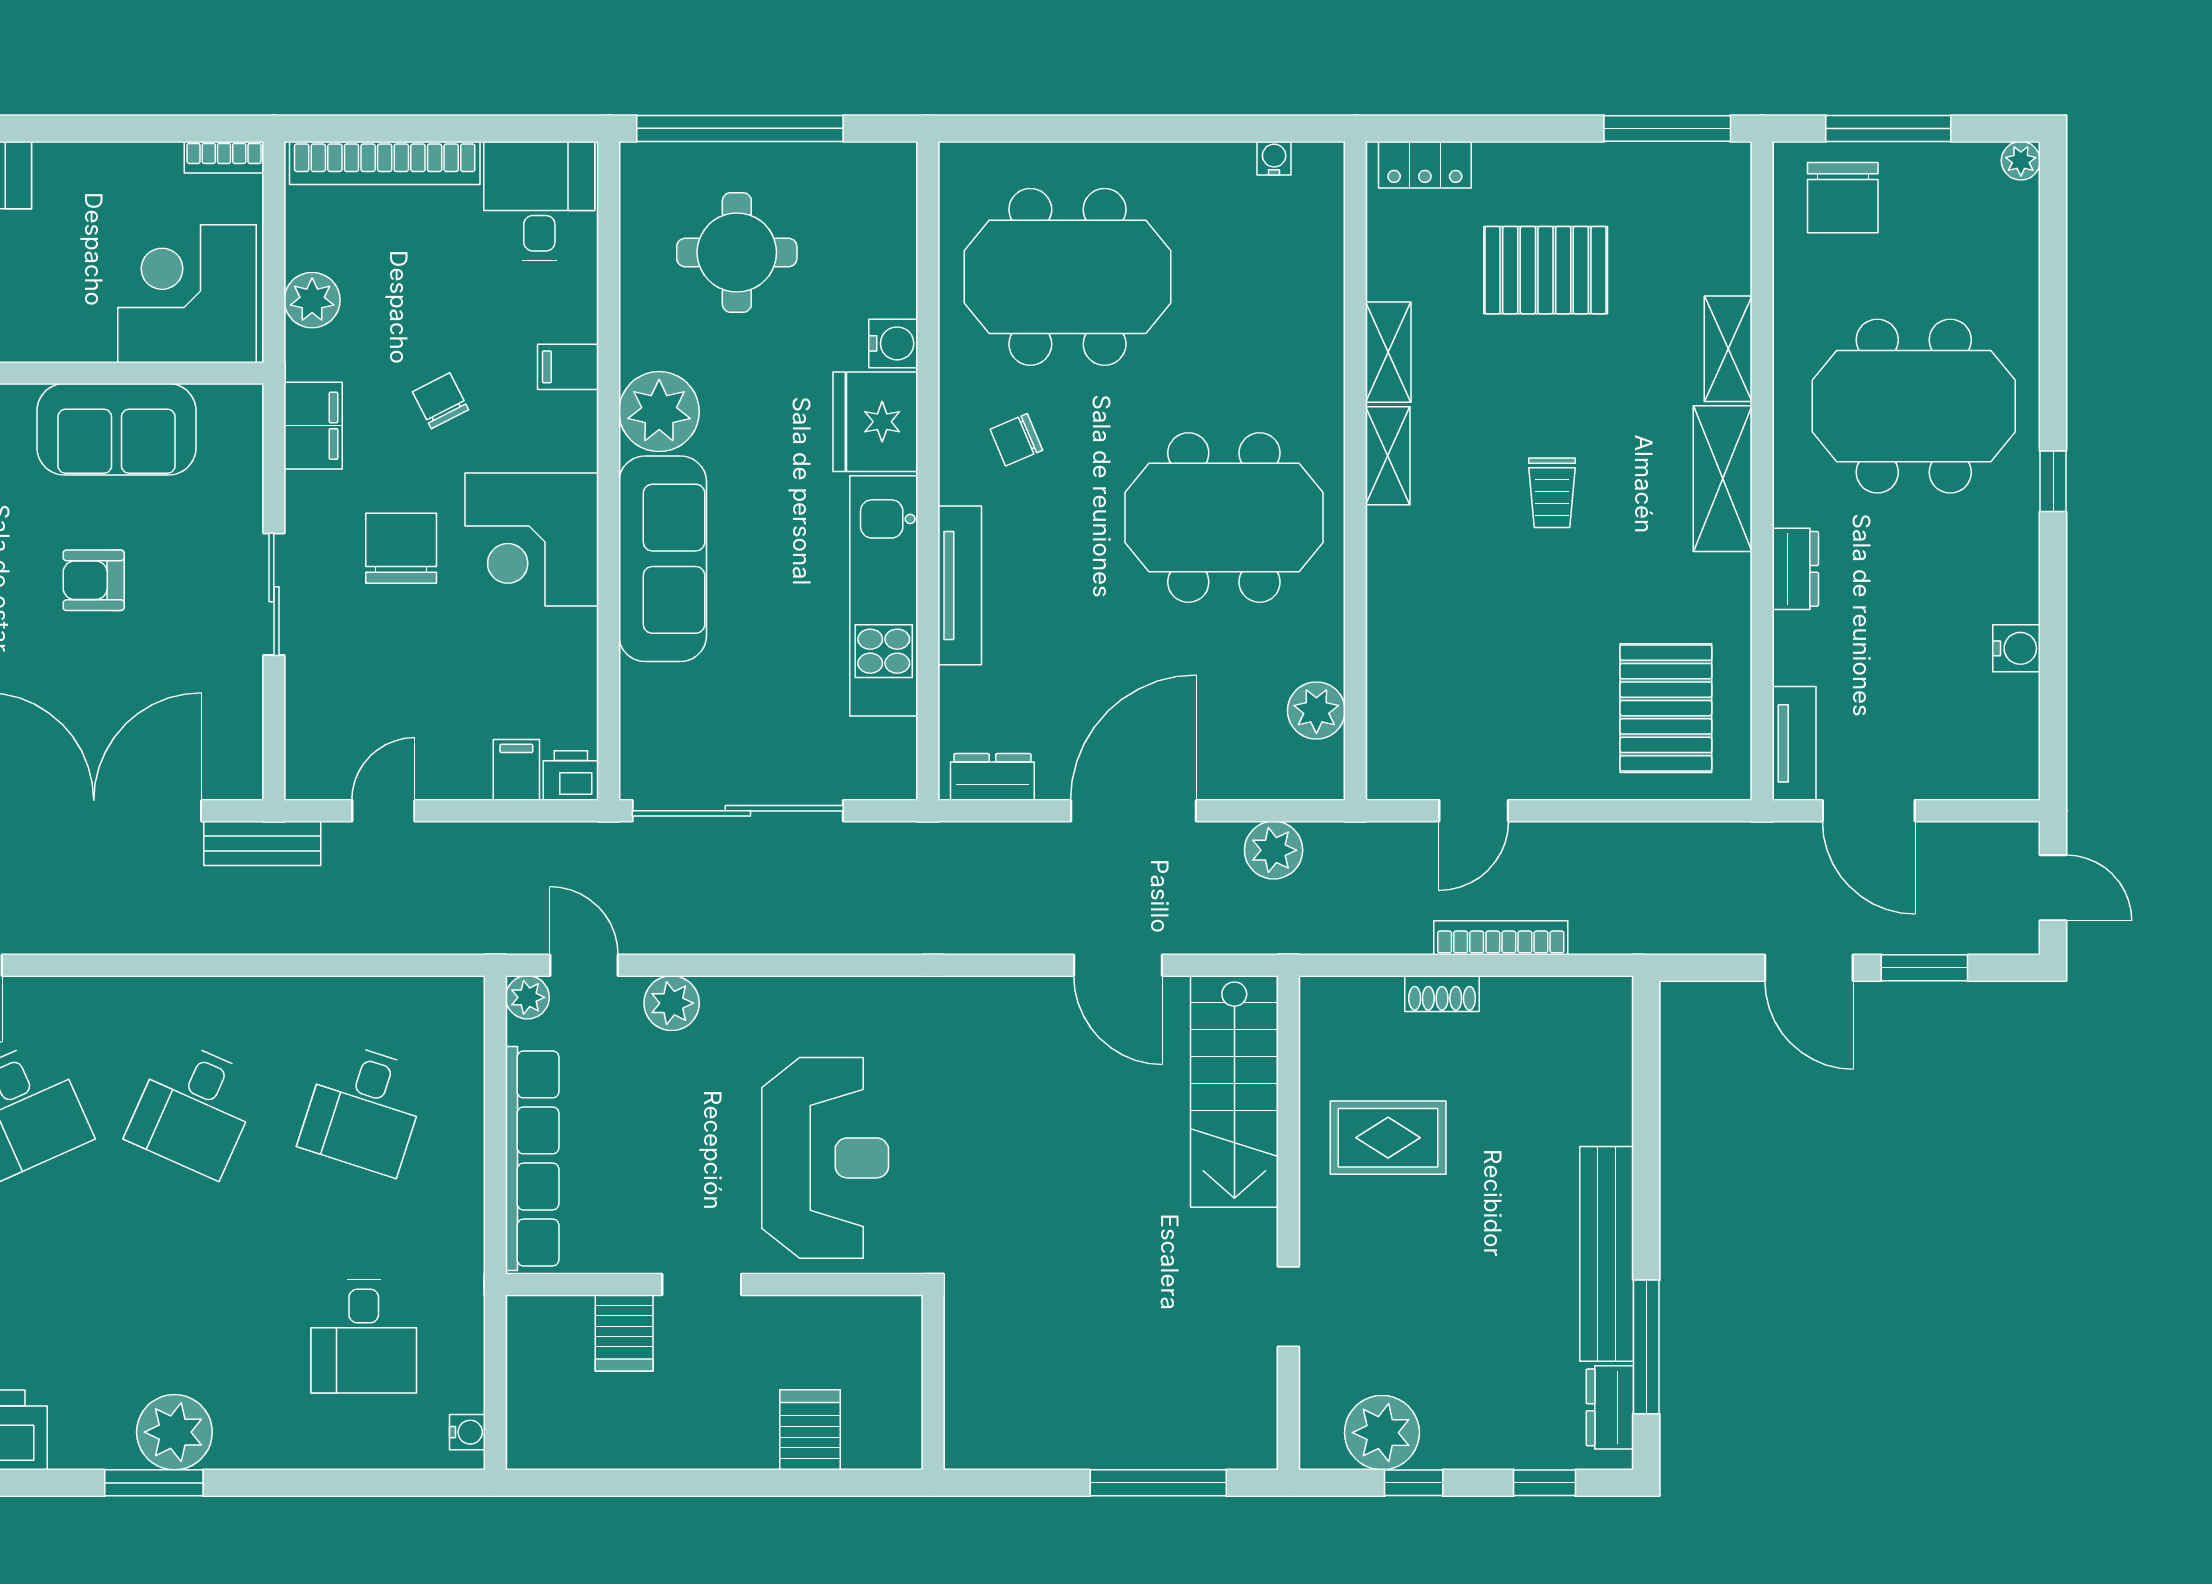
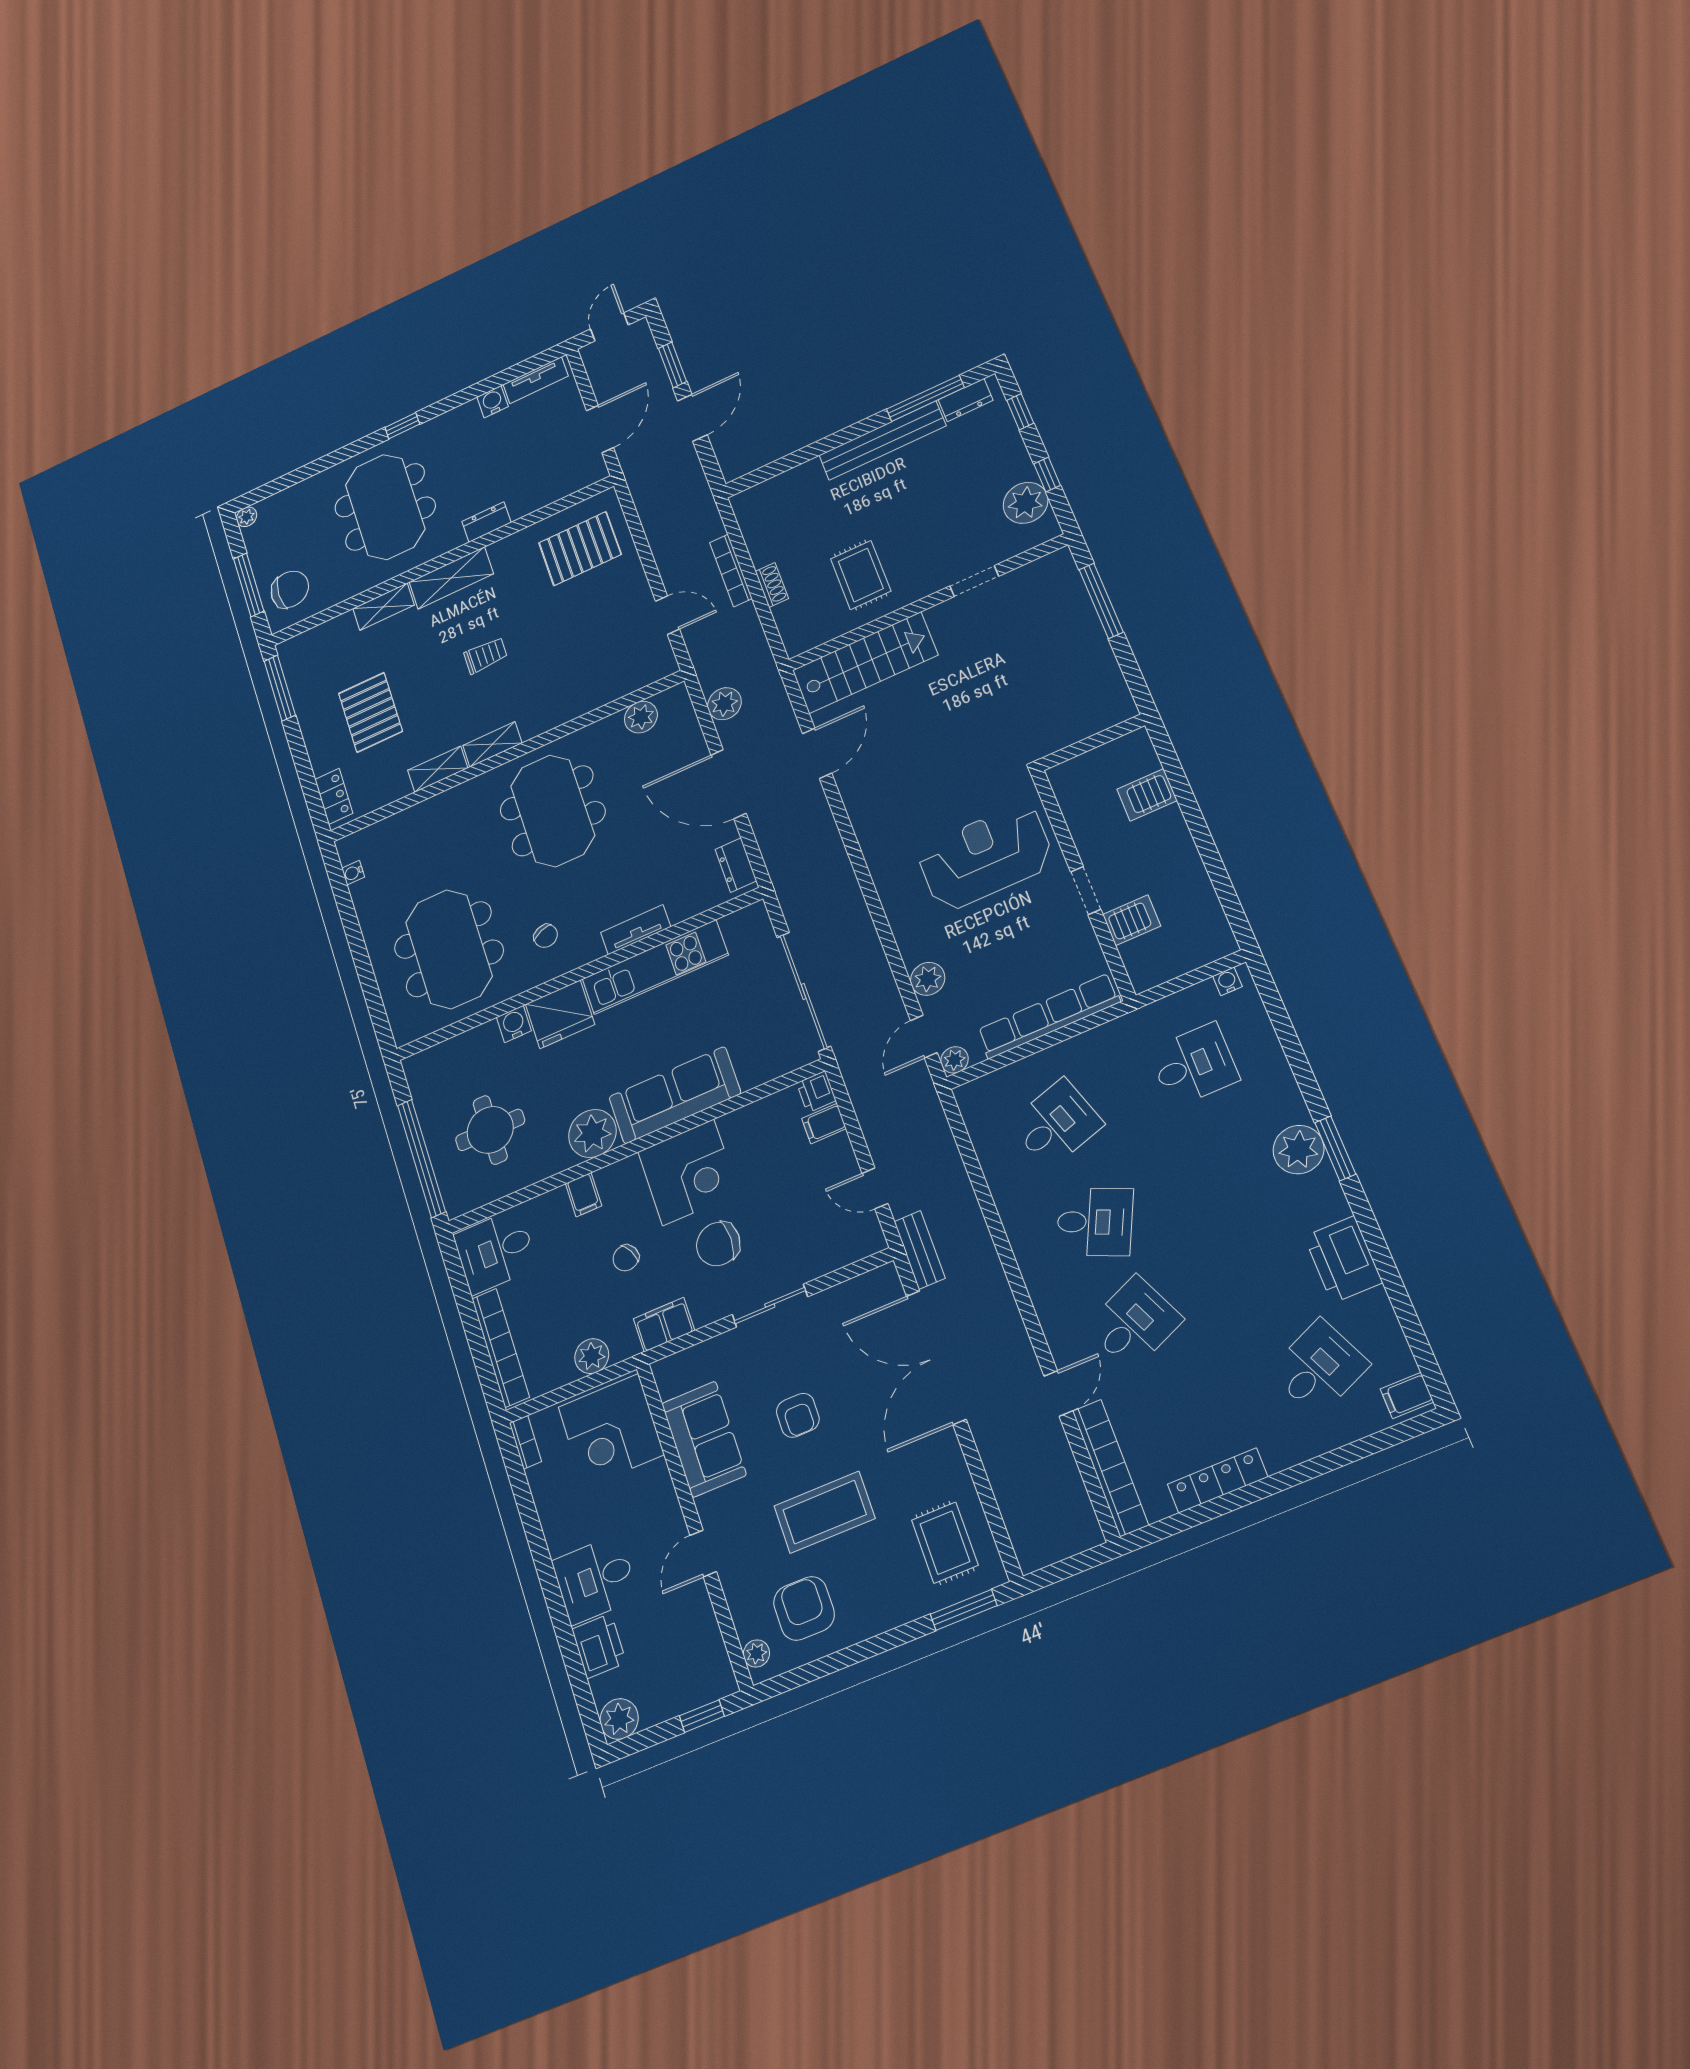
tv unit: (960, 585) -> (636, 930), width x0.71
tv unit: (1794, 743) -> (536, 380), moved, turned 180
desk: (364, 1109) -> (1056, 1124), turned -36

